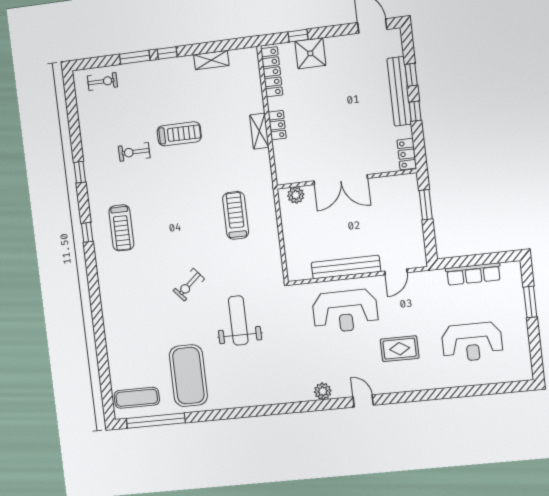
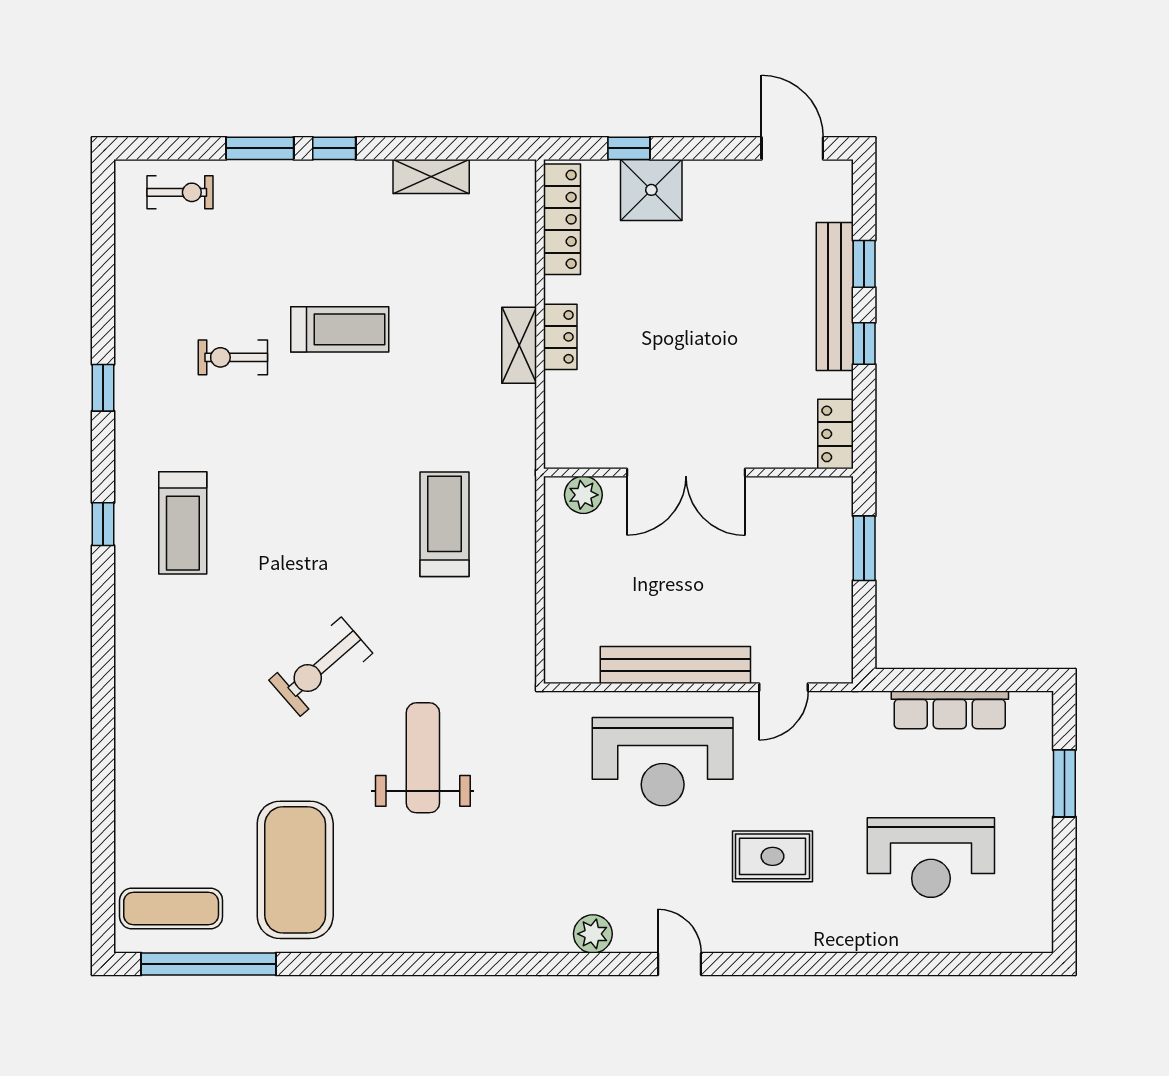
exercise bike: (189, 285) -> (321, 667), width x1.38, depth x1.39

